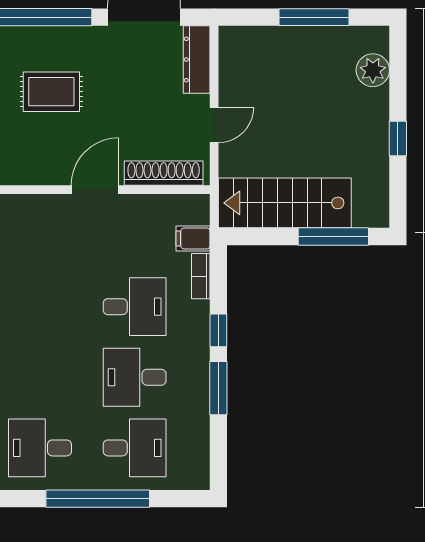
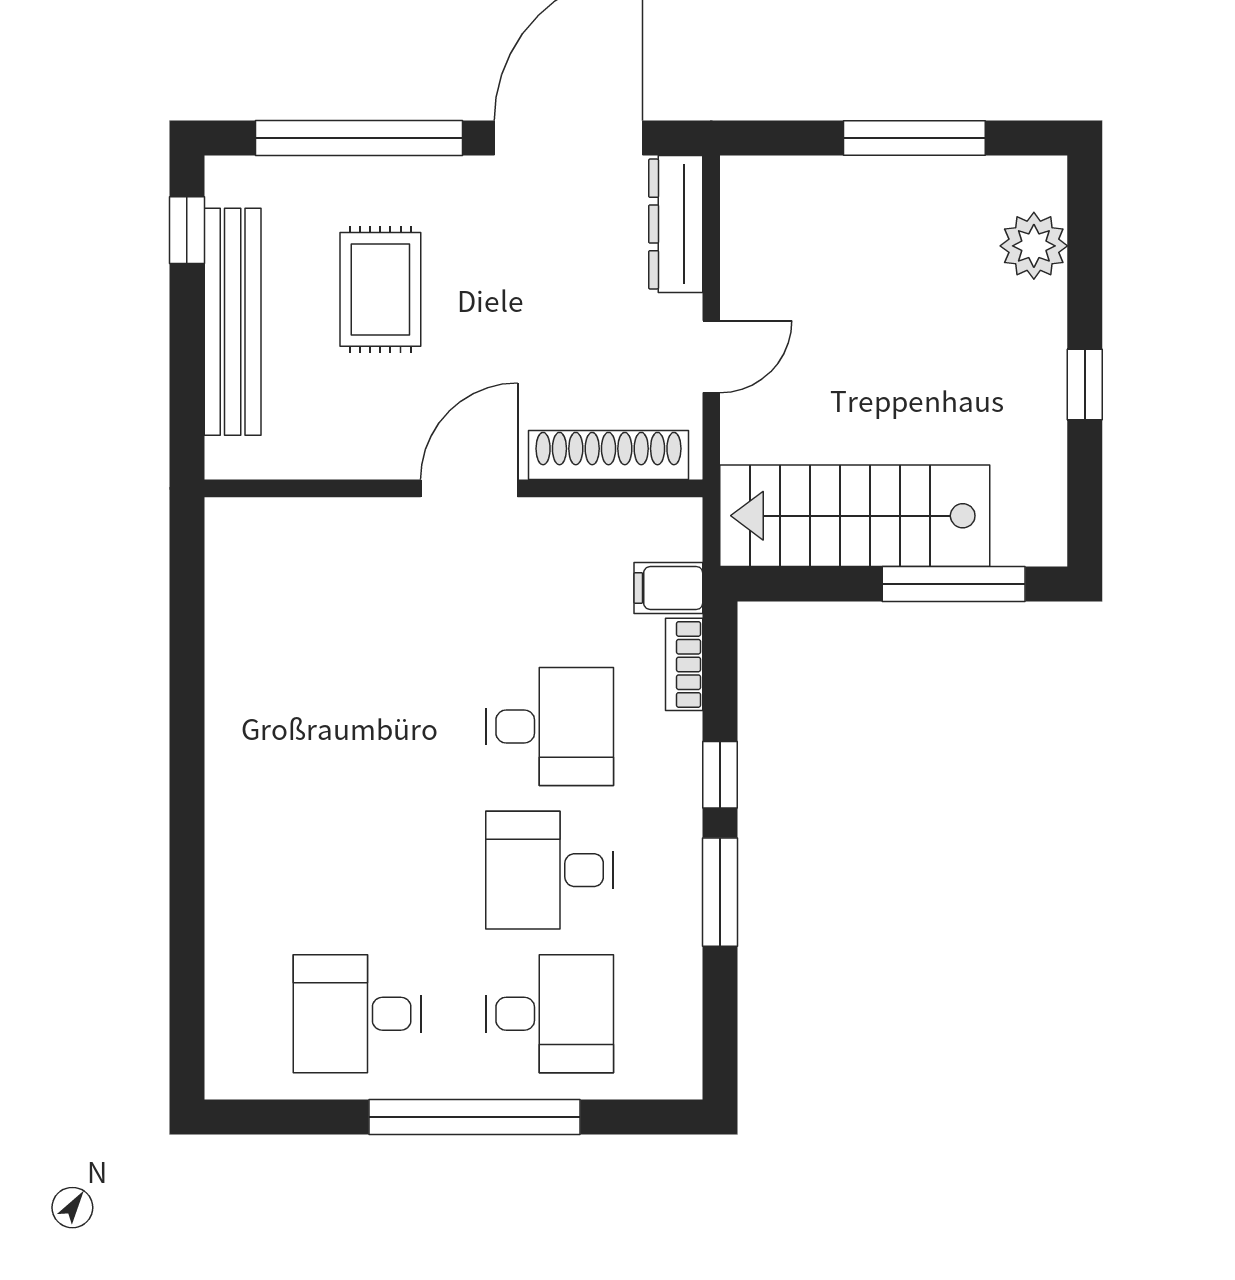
rug: (51, 92) -> (380, 289), turned 90

